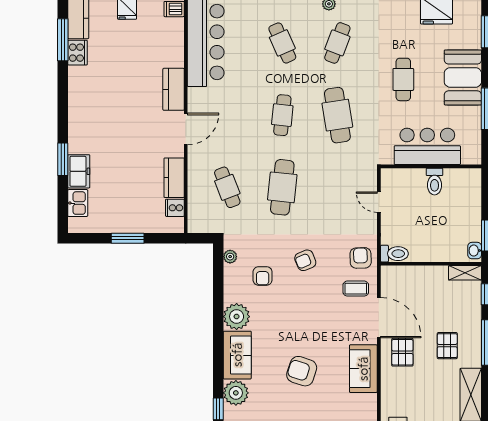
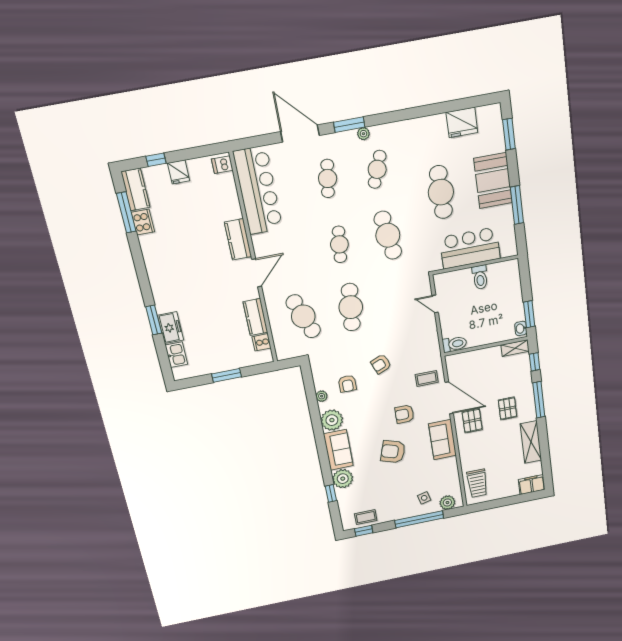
cafe table: (282, 43) -> (328, 179), turned 33
cafe table: (403, 79) -> (441, 192), width x1.37, depth x1.35
cafe table: (227, 187) -> (303, 316), width x1.37, depth x1.35
plant: (230, 257) -> (322, 396), moved
armchair: (361, 258) -> (404, 414), moved, turned -88

